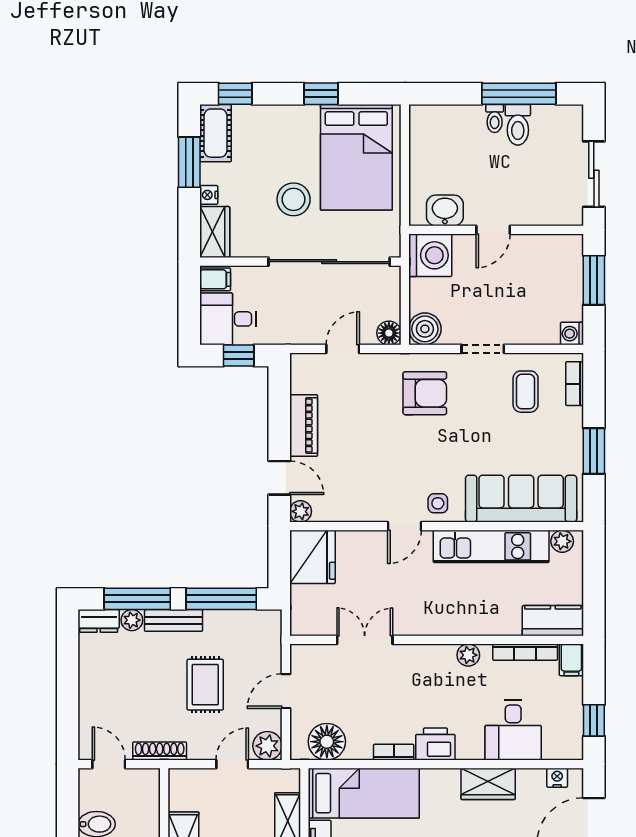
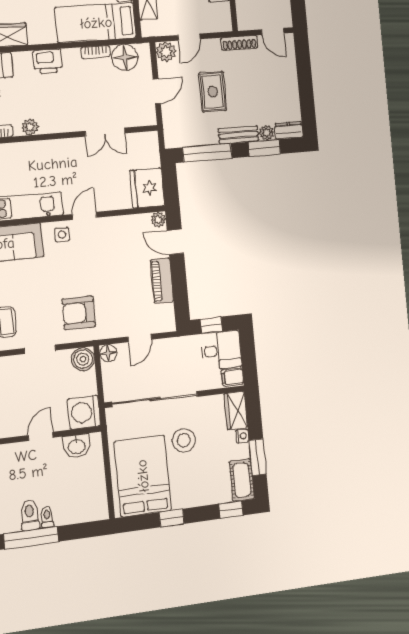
window: (137, 599) -> (264, 148), width x0.69
bookcase: (394, 752) -> (96, 52), moved

